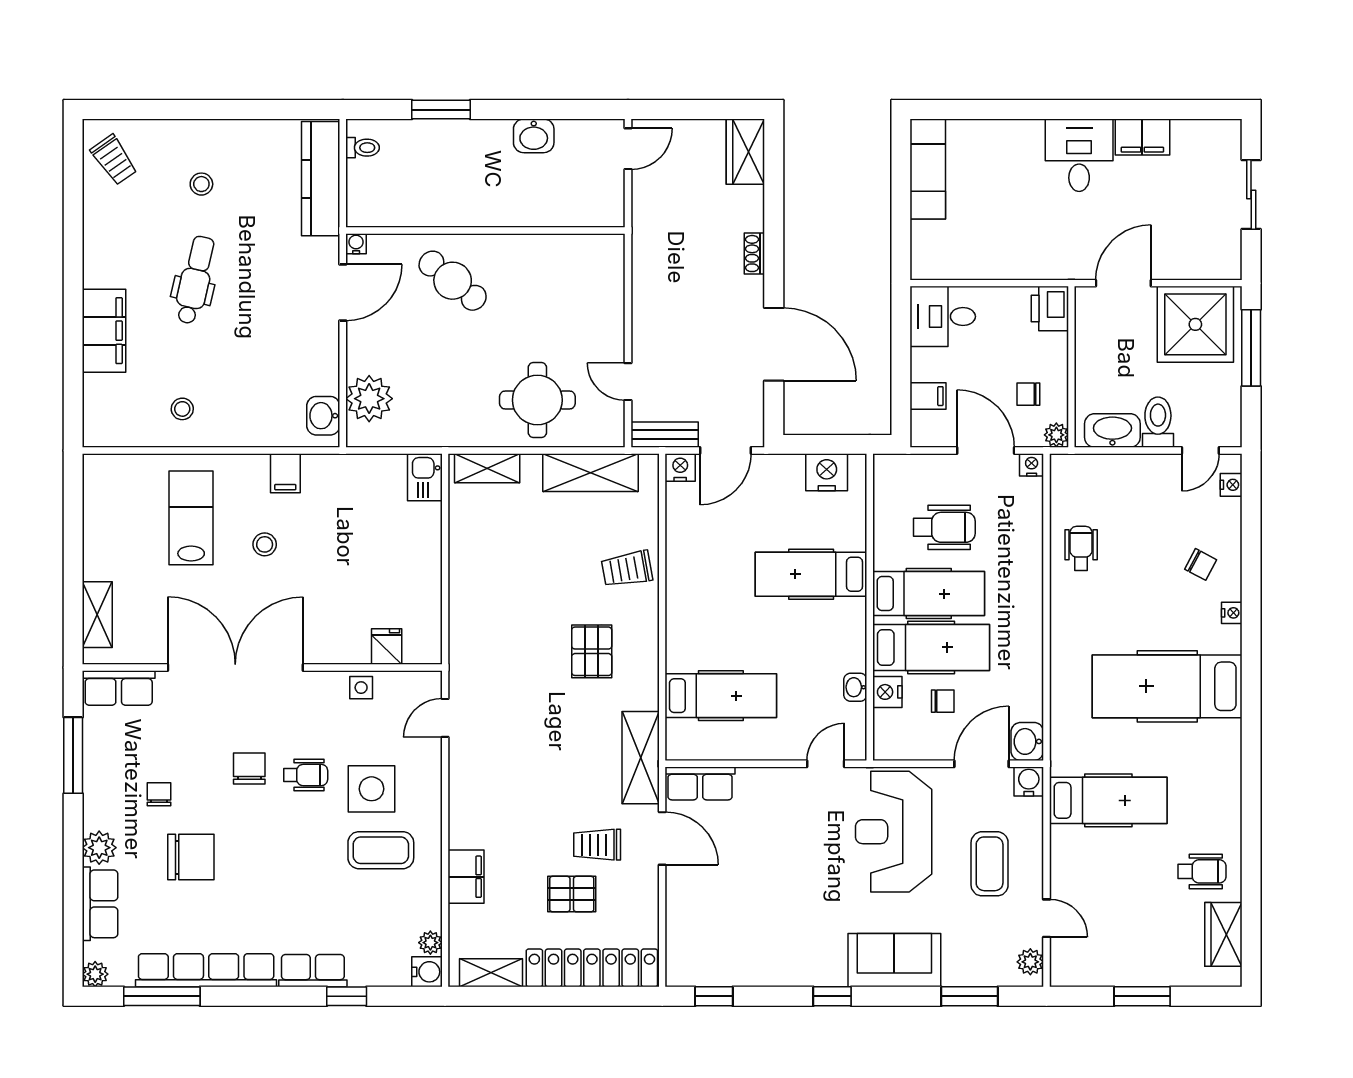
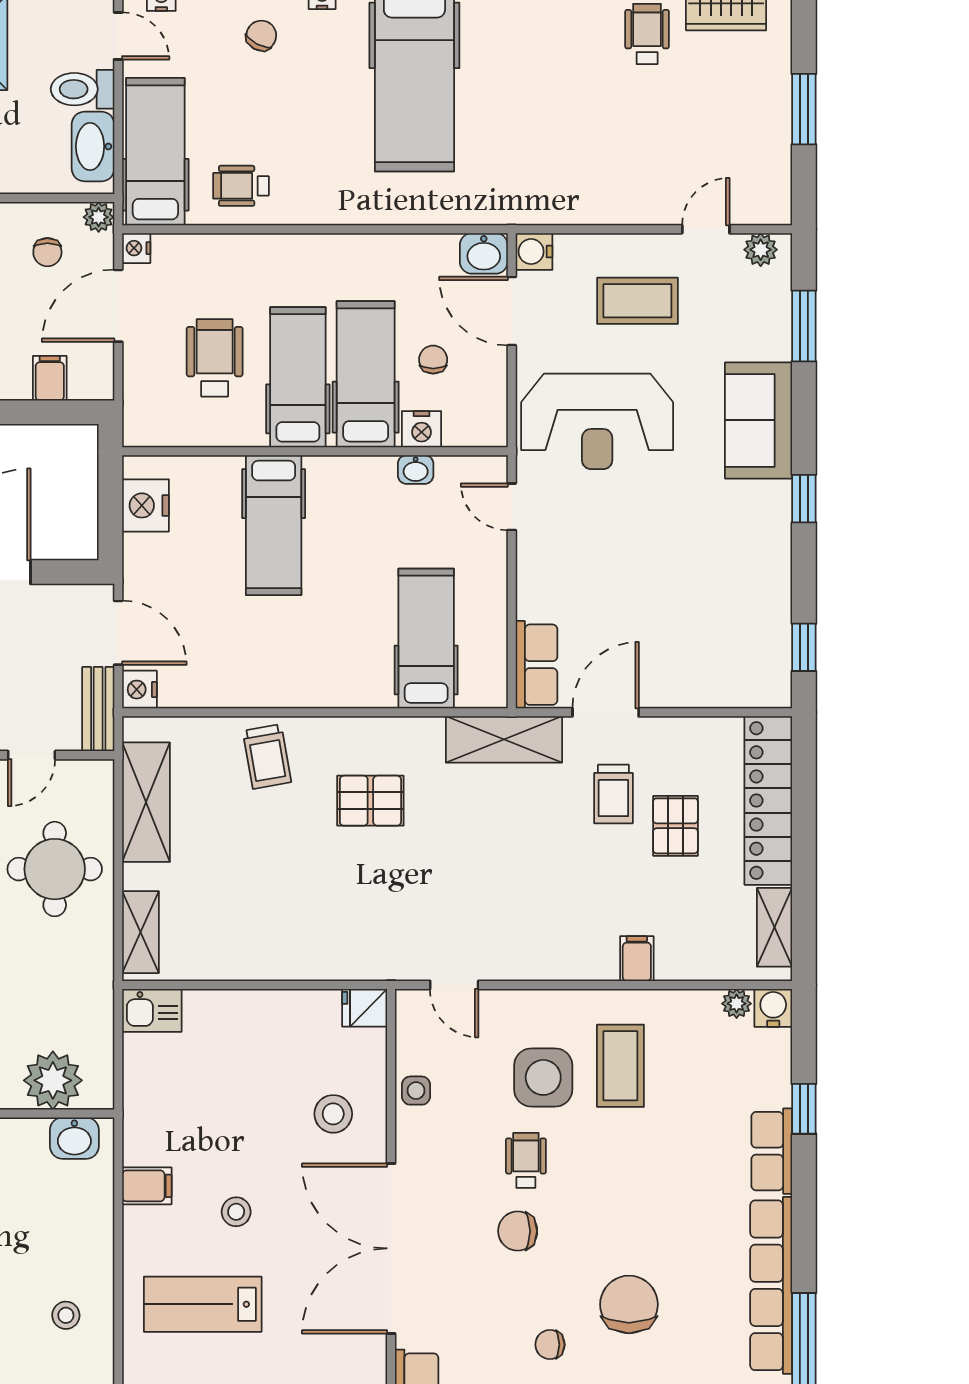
stool: (343, 622) -> (333, 1114), added
fridge: (387, 647) -> (365, 1008), moved
hospital bed: (1108, 800) -> (155, 152), moved
filing cabinet: (466, 877) -> (637, 959), width x0.50

